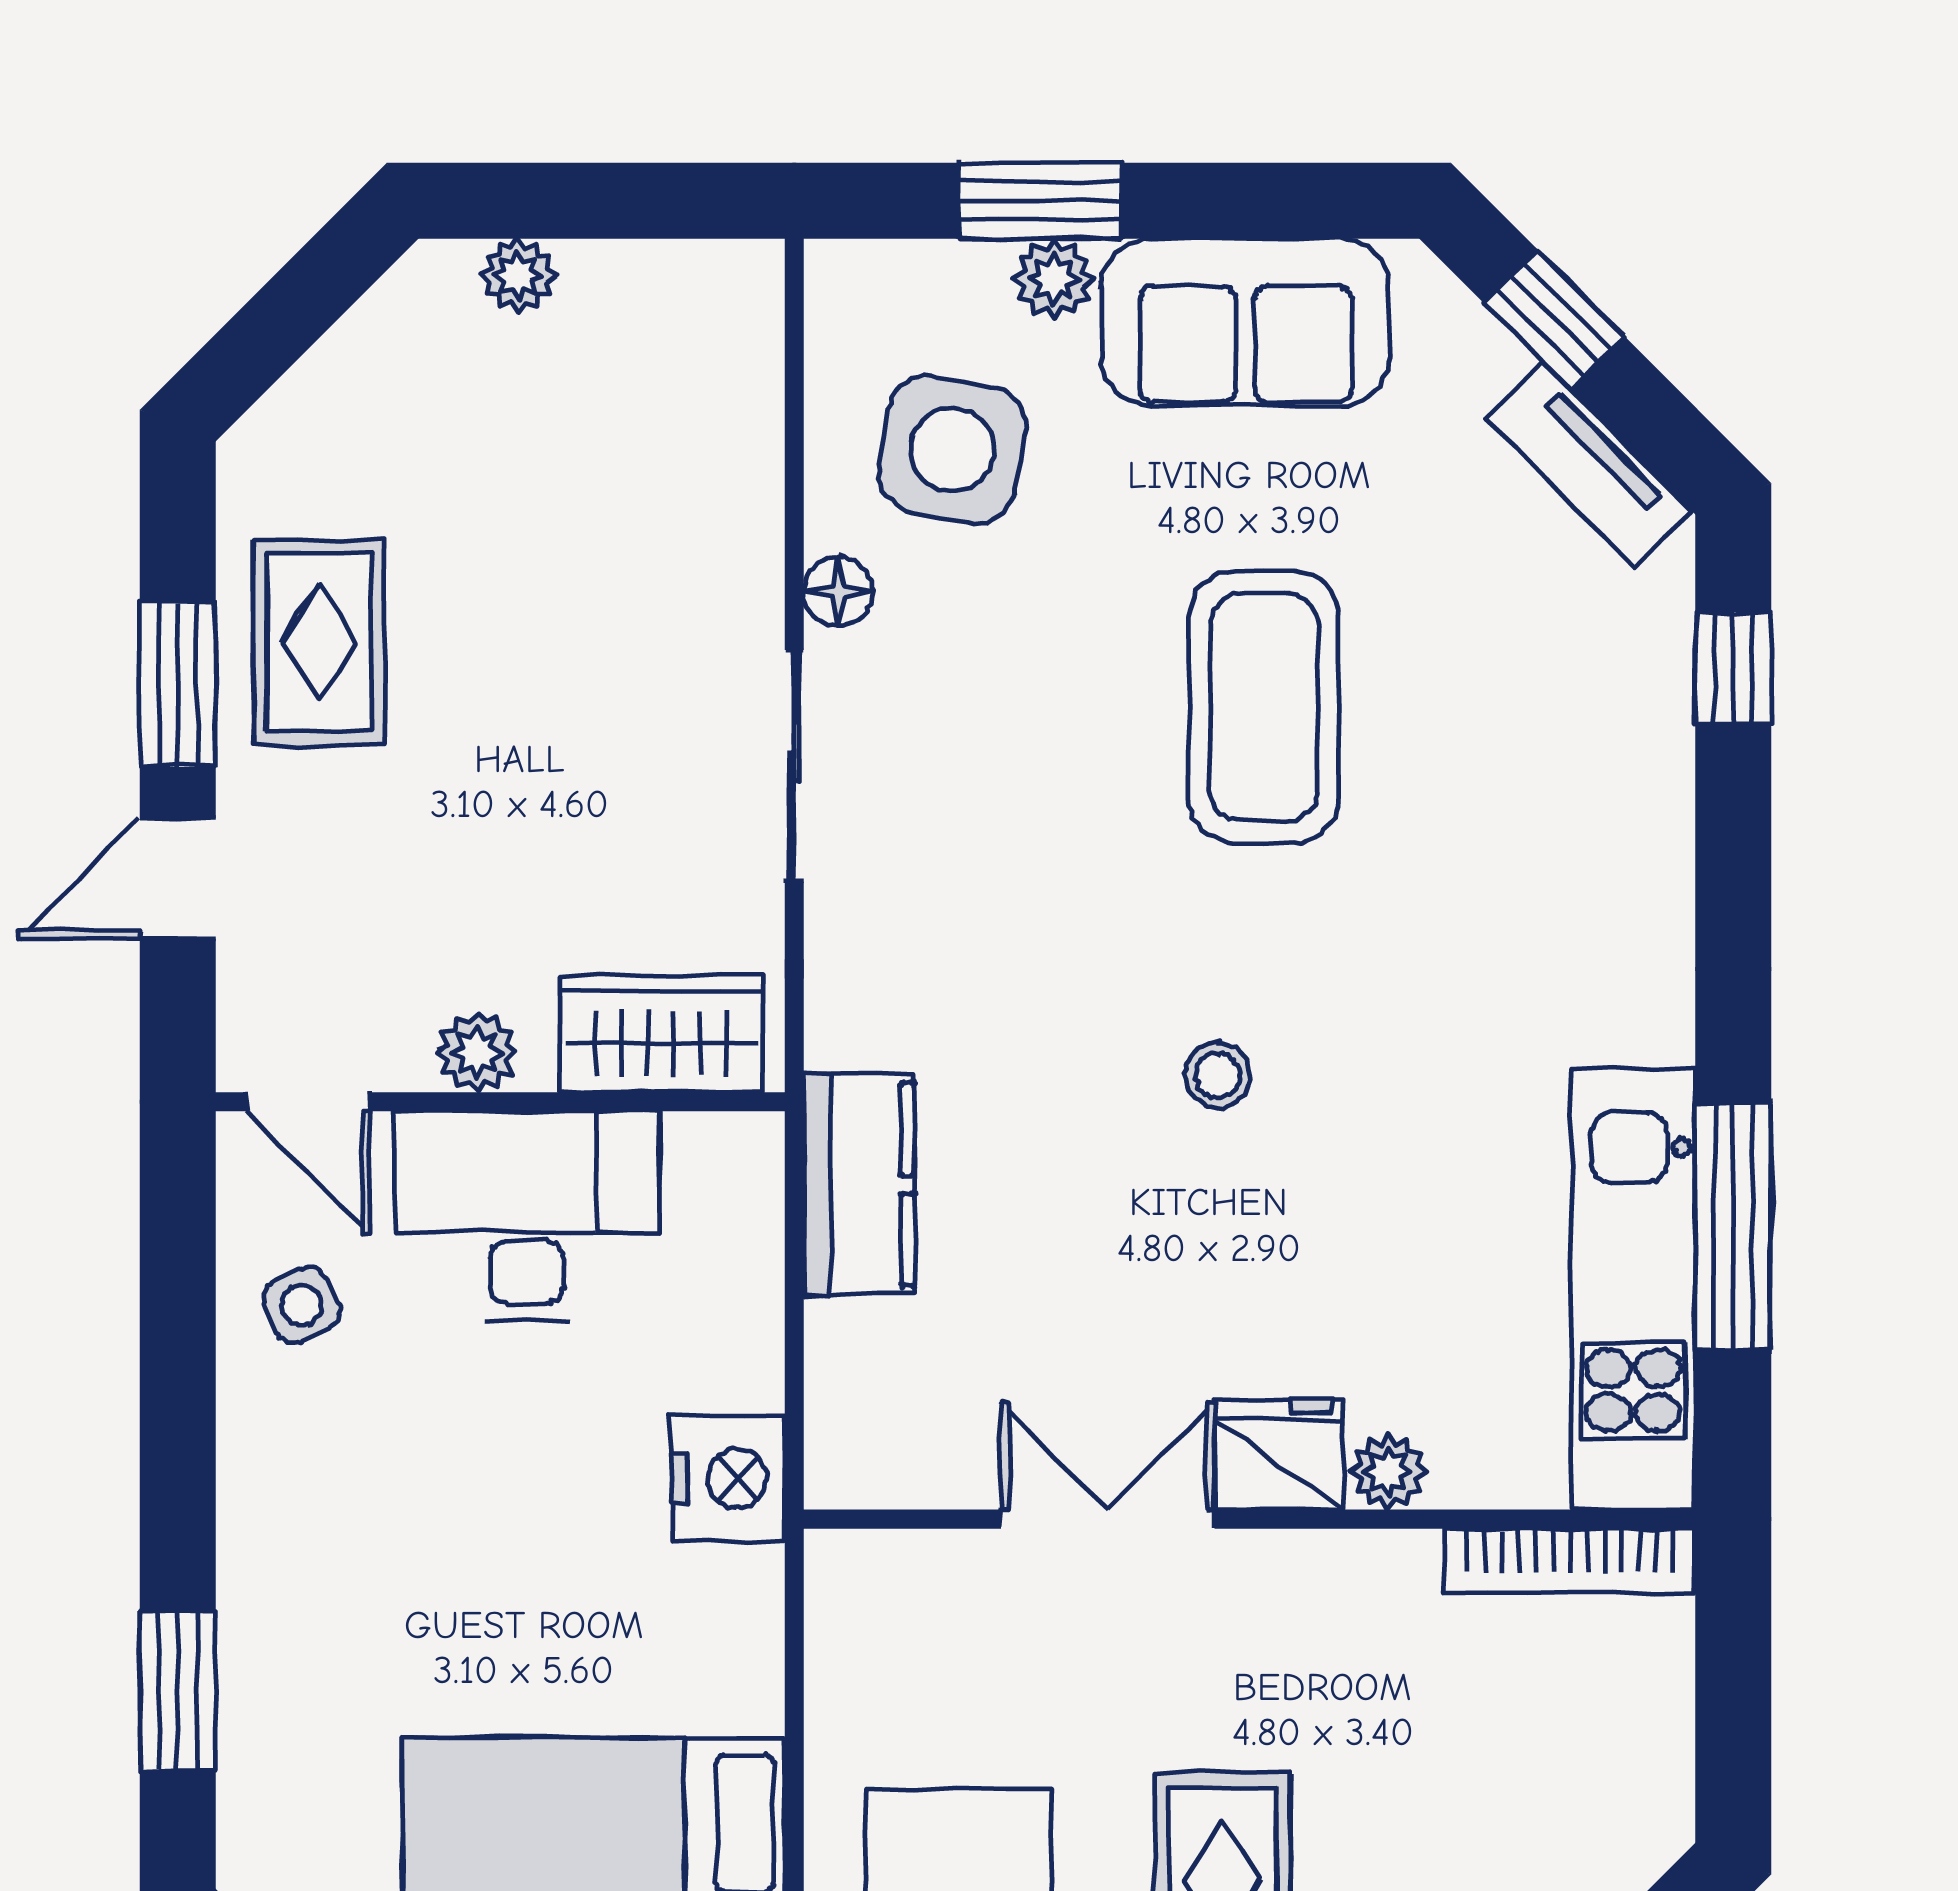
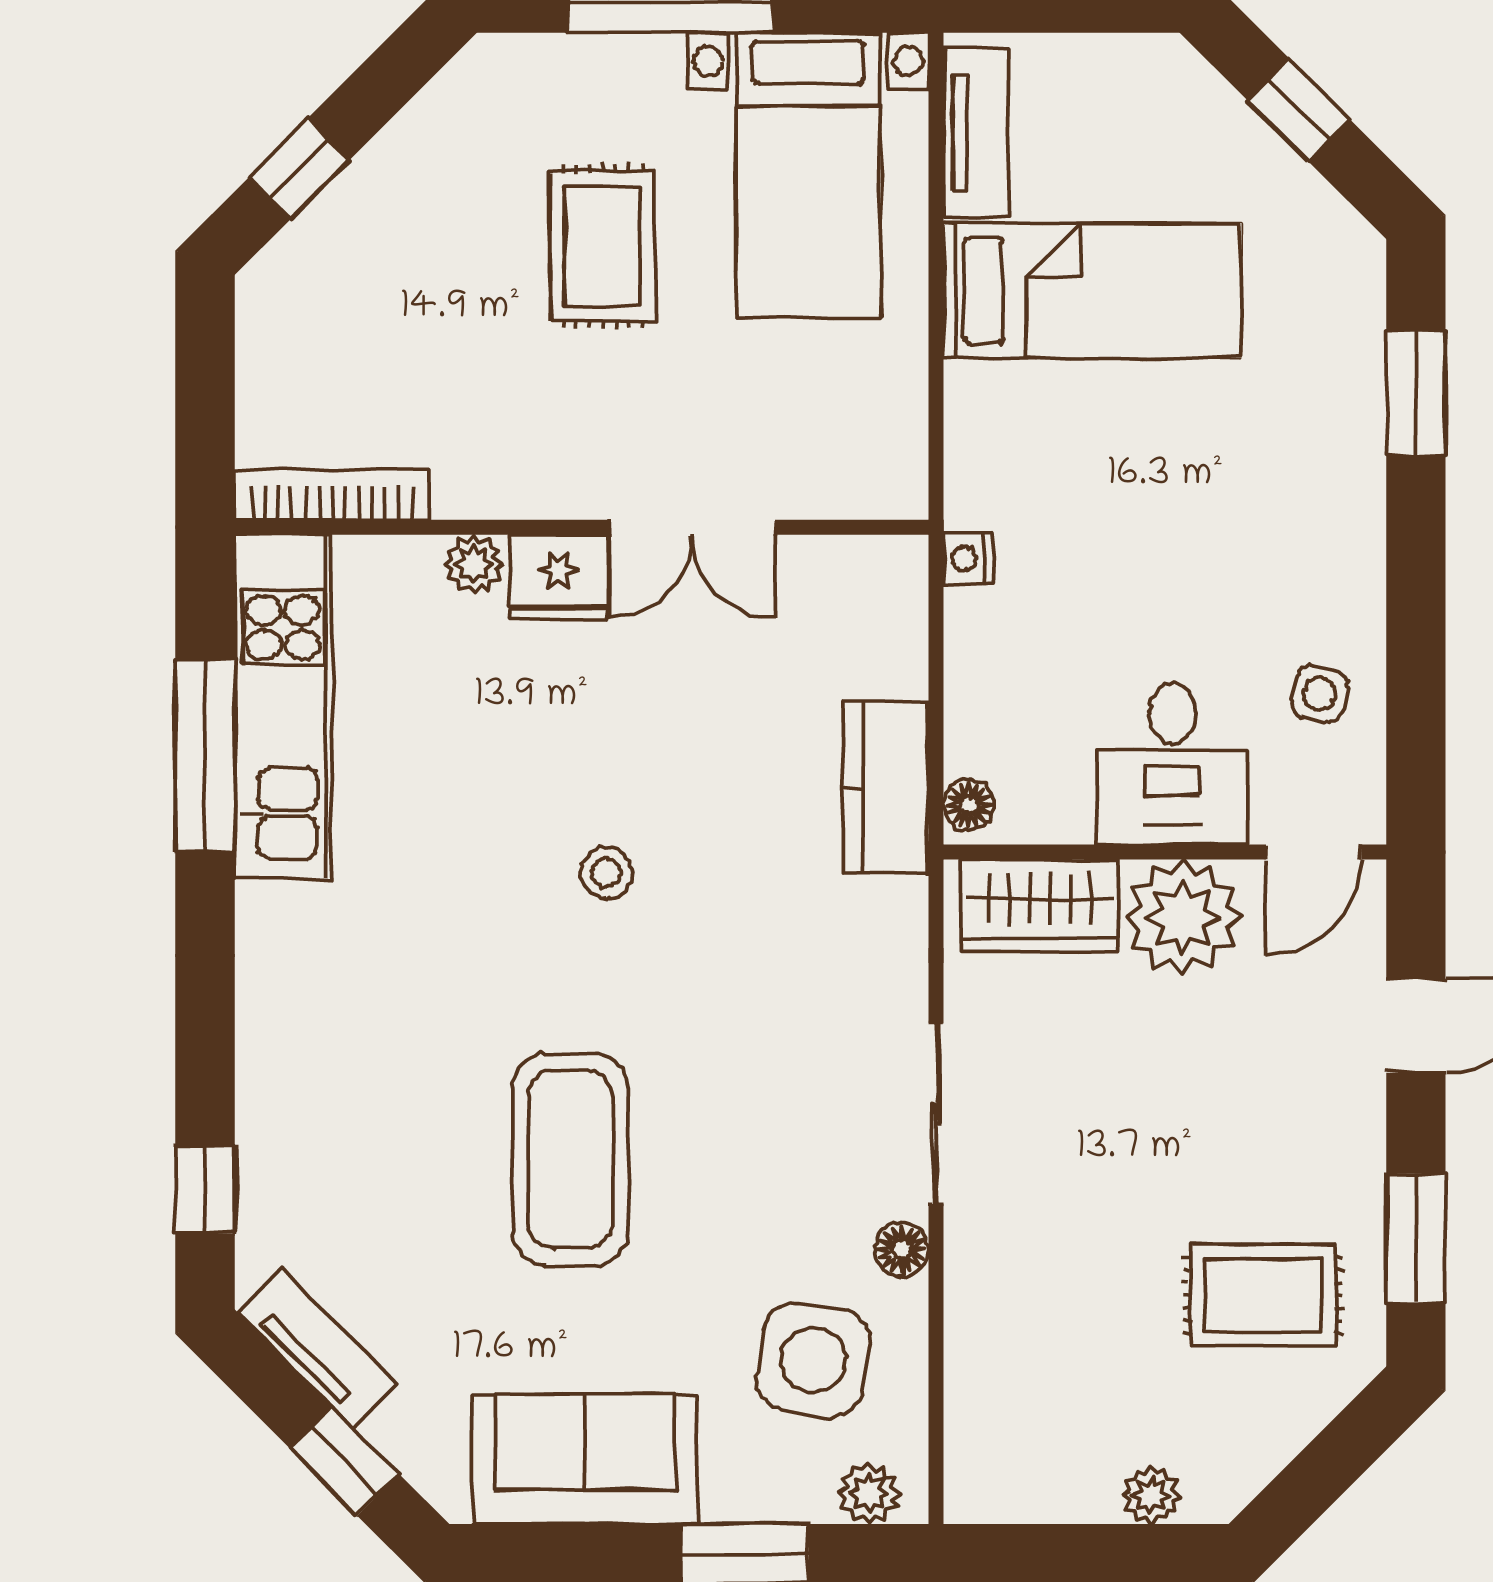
plant: (1054, 279) -> (869, 1493), moved
rug: (319, 643) -> (1263, 1295), moved, turned 90
window: (178, 684) -> (1416, 1238), moved
plant: (477, 1052) -> (1183, 918), width x1.88, depth x1.88
door: (309, 1102) -> (1314, 852), swing flipped
floor lamp: (752, 1162) -> (969, 805), added
desk: (527, 1216) -> (1172, 763), width x0.73
side table: (302, 1305) -> (1319, 694), turned 37
nightstand: (728, 1479) -> (968, 559), width x0.53, depth x0.56

